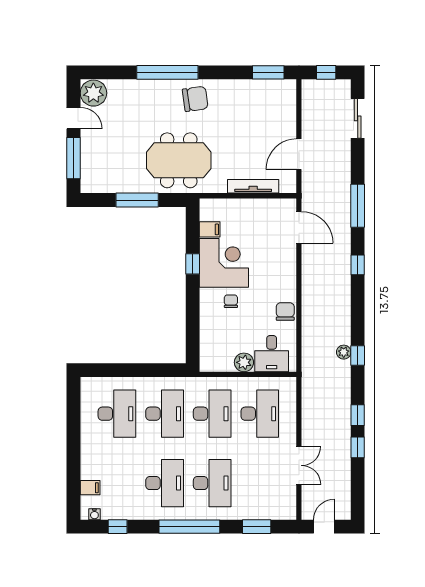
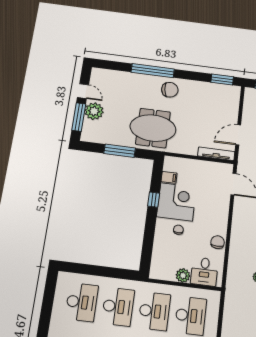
plant: (93, 93) -> (94, 111), moved
tv unit: (253, 186) -> (216, 154), moved

